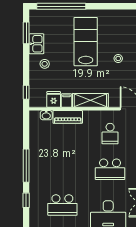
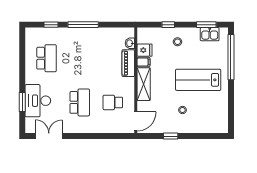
lab bench: (86, 42) -> (198, 80), turned 180
kitchen sink: (36, 44) -> (210, 34), moved
window: (26, 92) -> (168, 25), moved
school desk: (110, 169) -> (80, 102), turned 180
school desk: (62, 205) -> (47, 58), turned 180

